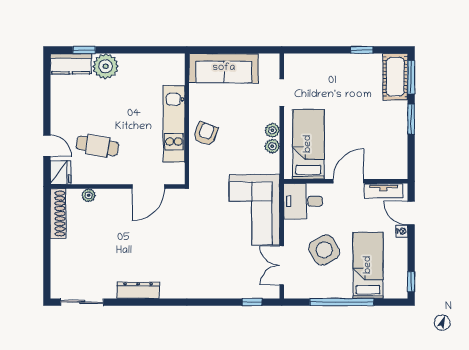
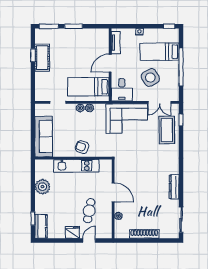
plant: (106, 66) -> (42, 187), moved
cot: (395, 77) -> (42, 58), moved, turned 90
fridge: (61, 173) -> (72, 232), moved
door: (348, 181) -> (110, 63), hinge flipped
door: (148, 187) -> (113, 192), moved
door: (411, 213) -> (129, 26), removed
shoe rack: (58, 214) -> (144, 234), moved
coffee table: (235, 278) -> (167, 130), added

